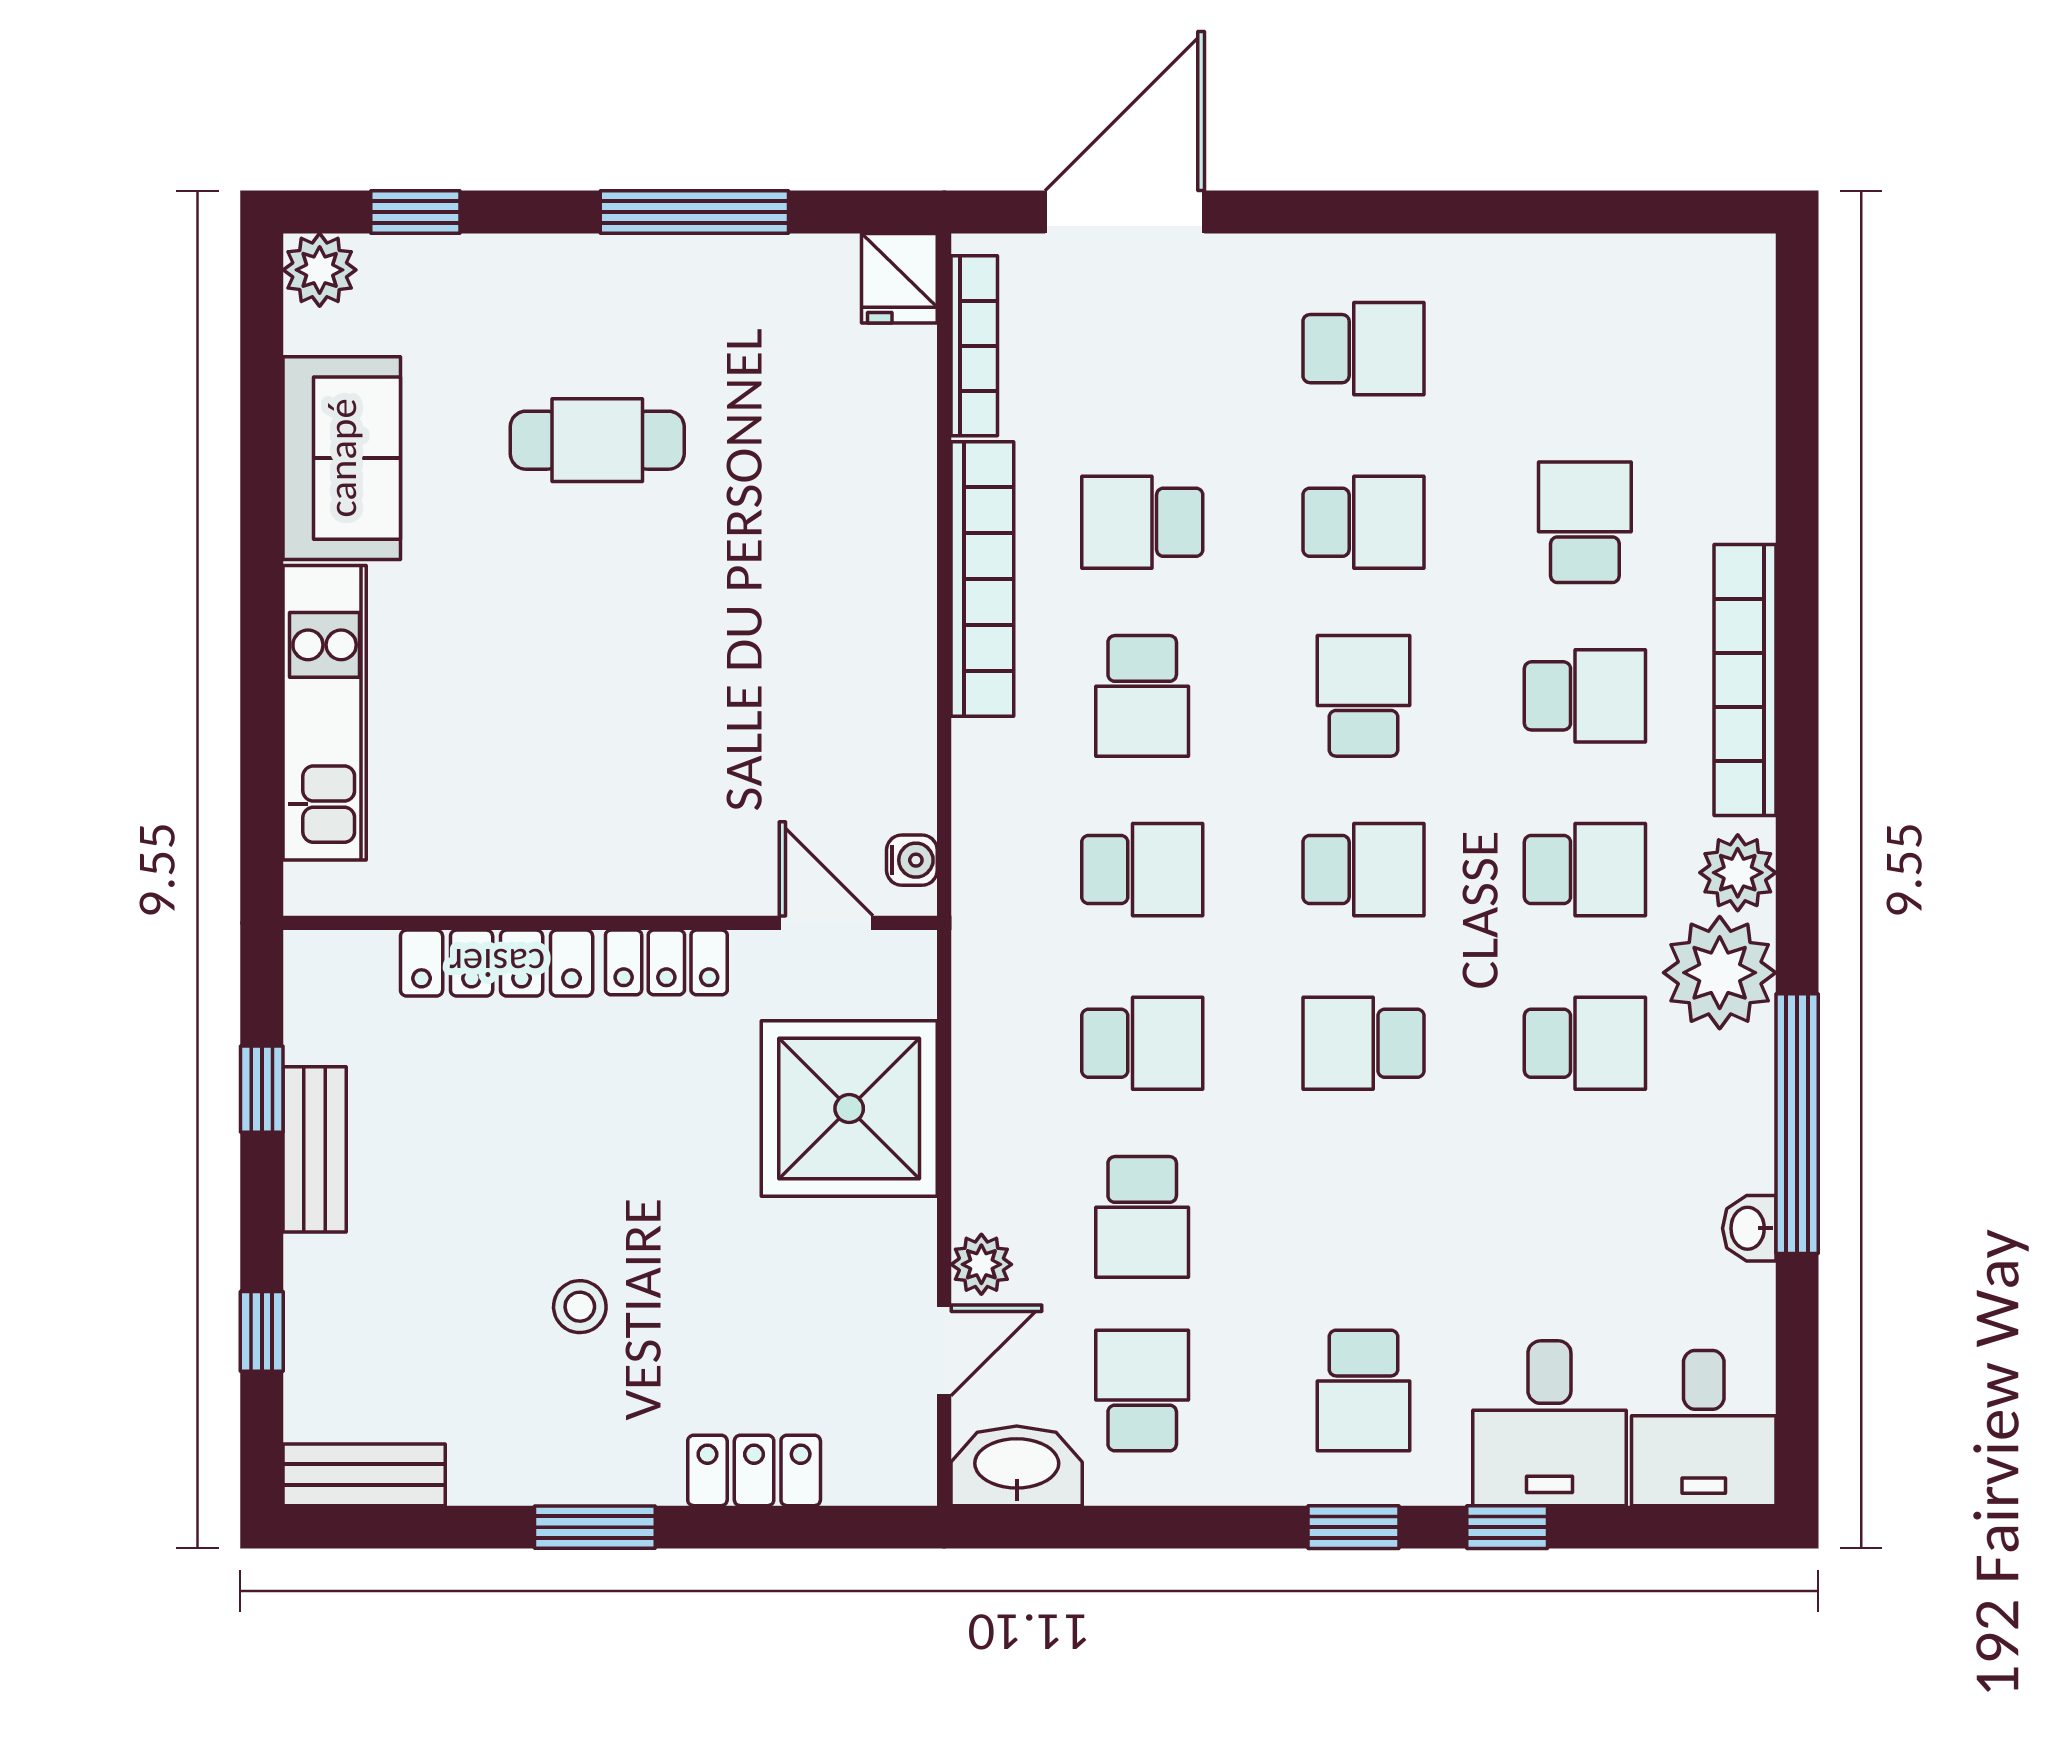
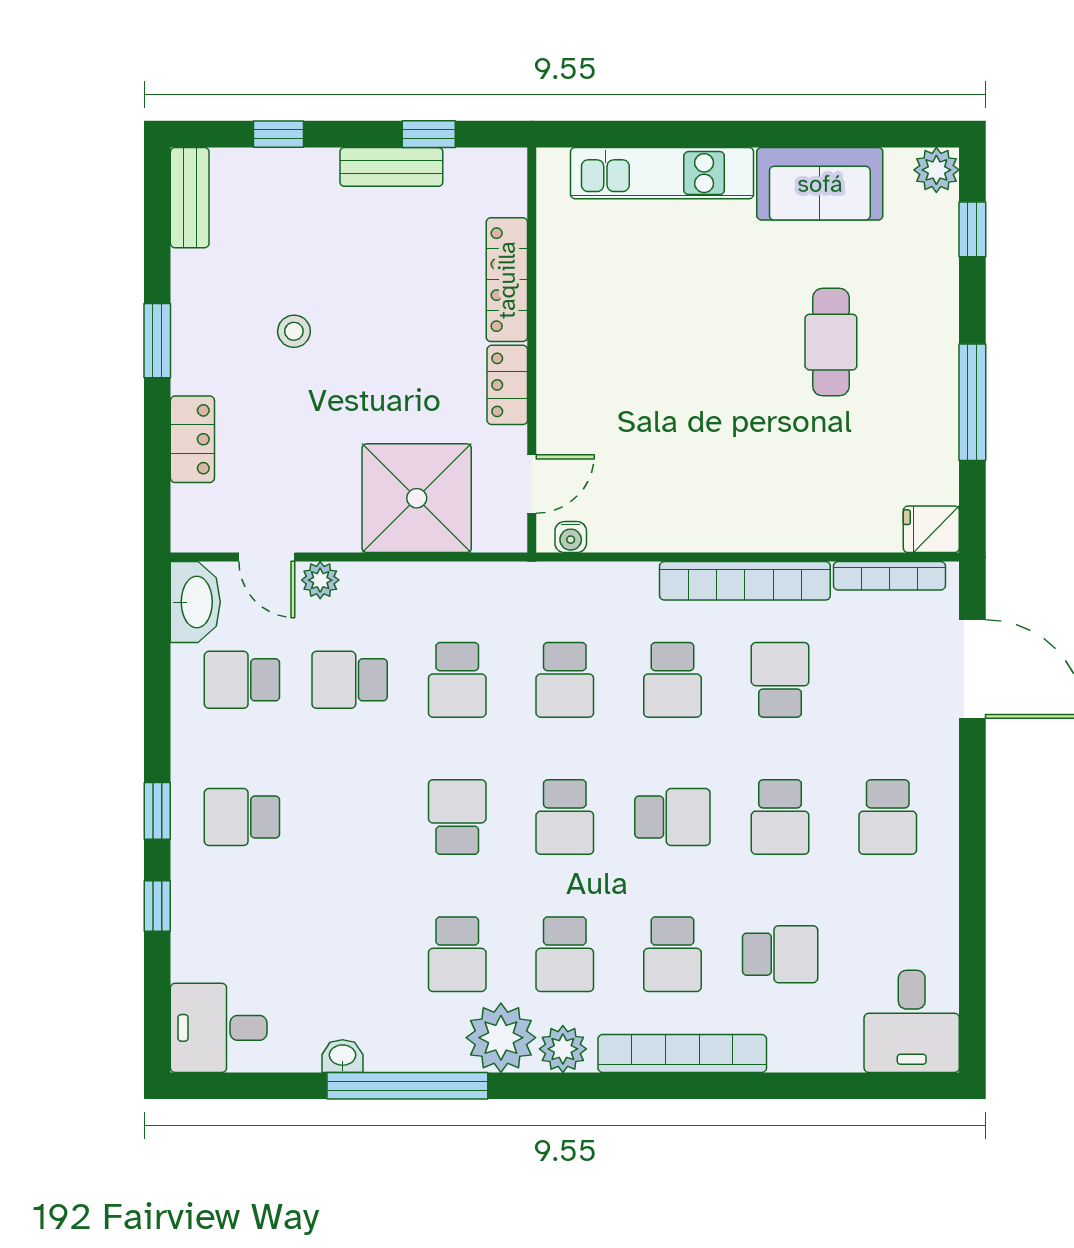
school desk: (1142, 696) -> (672, 680), turned -90
school desk: (1142, 1391) -> (242, 680), turned 180
desk: (1549, 1423) -> (912, 1021), moved, turned -90

